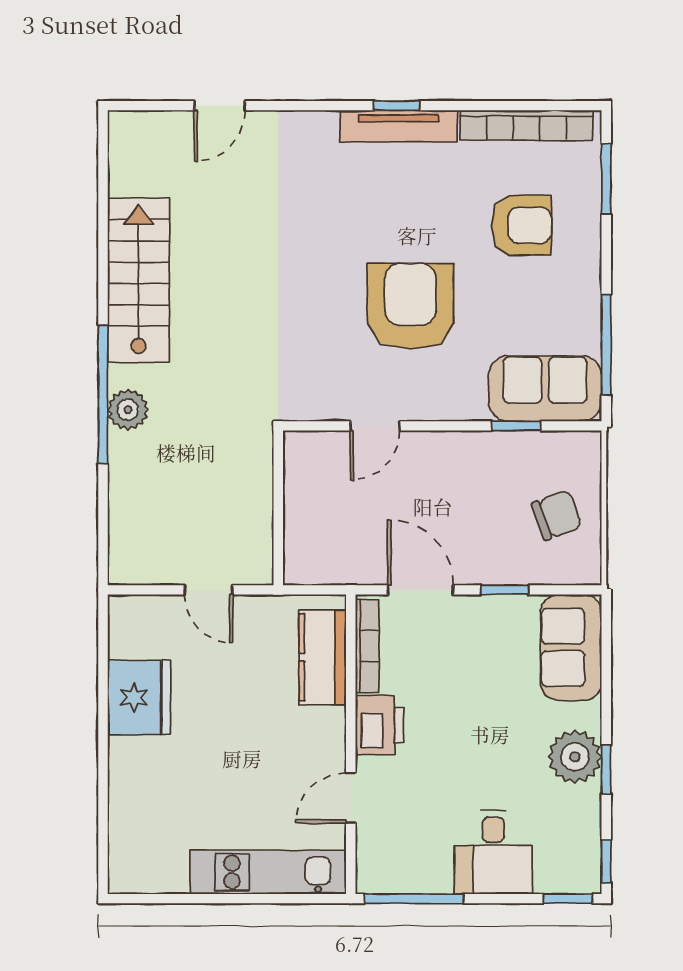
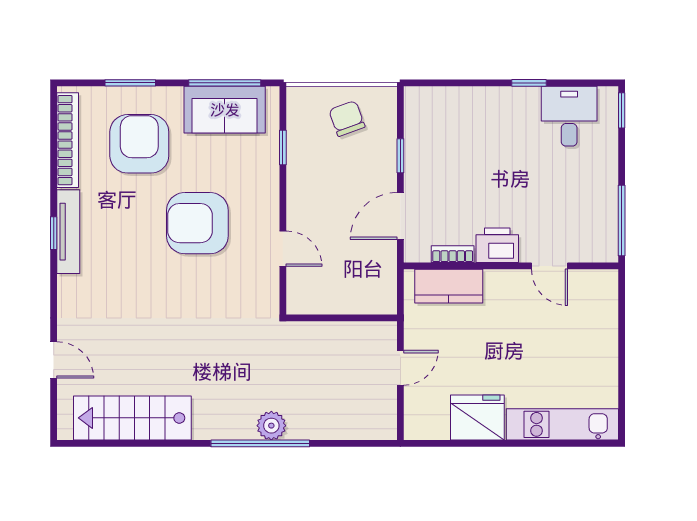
window: (606, 179) -> (130, 83), moved
armchair: (521, 225) -> (139, 144), width x1.36, depth x1.36
stairs: (138, 280) -> (132, 418), moved
sofa: (545, 389) -> (225, 110), moved, turned -90
bookcase: (367, 646) -> (453, 254), width x0.64
sofa: (571, 647) -> (442, 108), removed
plant: (575, 757) -> (520, 105), removed
desk: (493, 852) -> (569, 116), moved, turned -90
window: (606, 862) -> (595, 83), removed
kitchen unit: (268, 872) -> (562, 424), moved, turned 90

